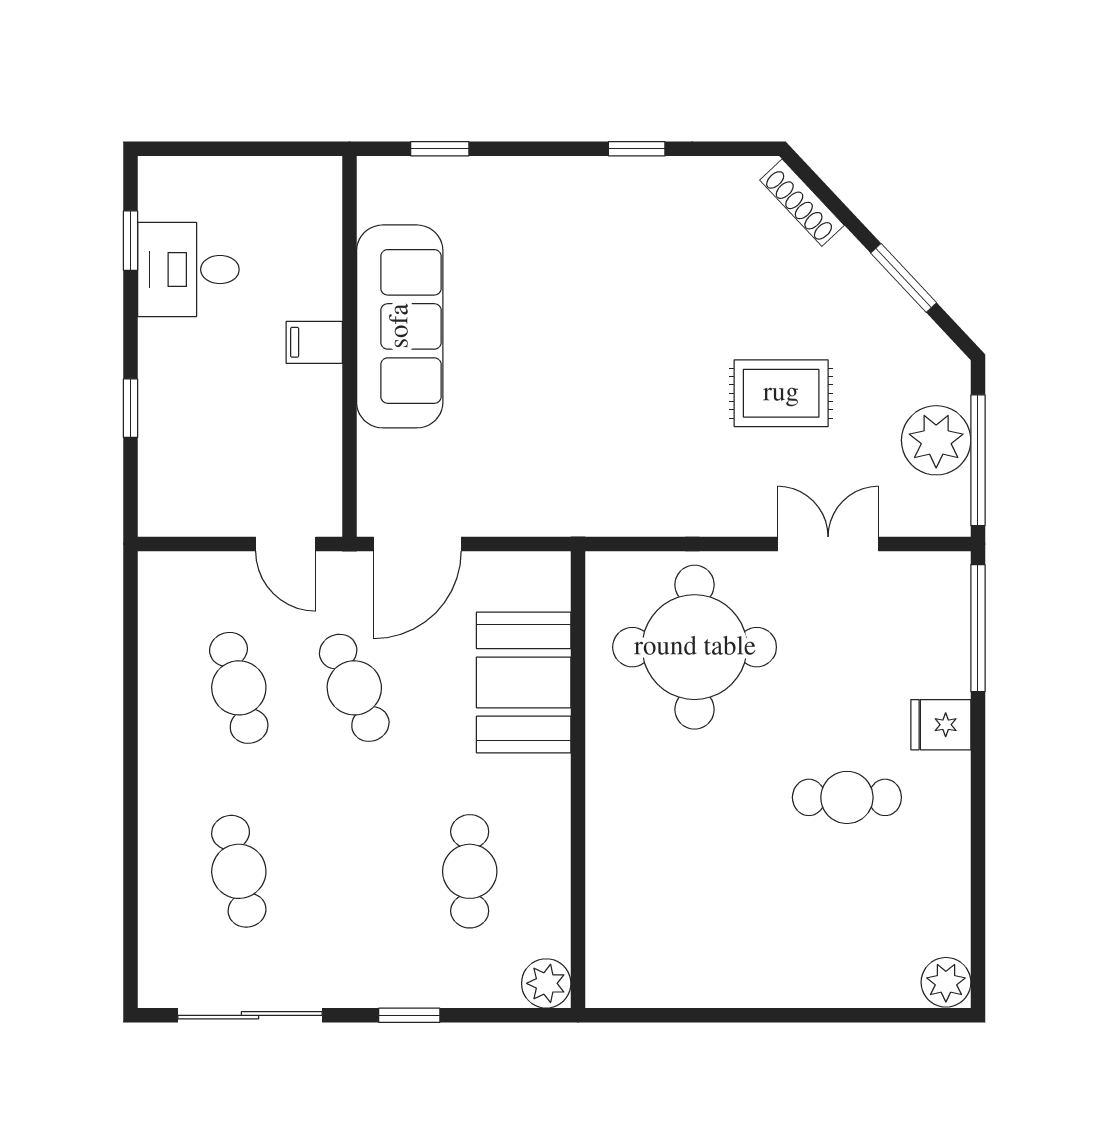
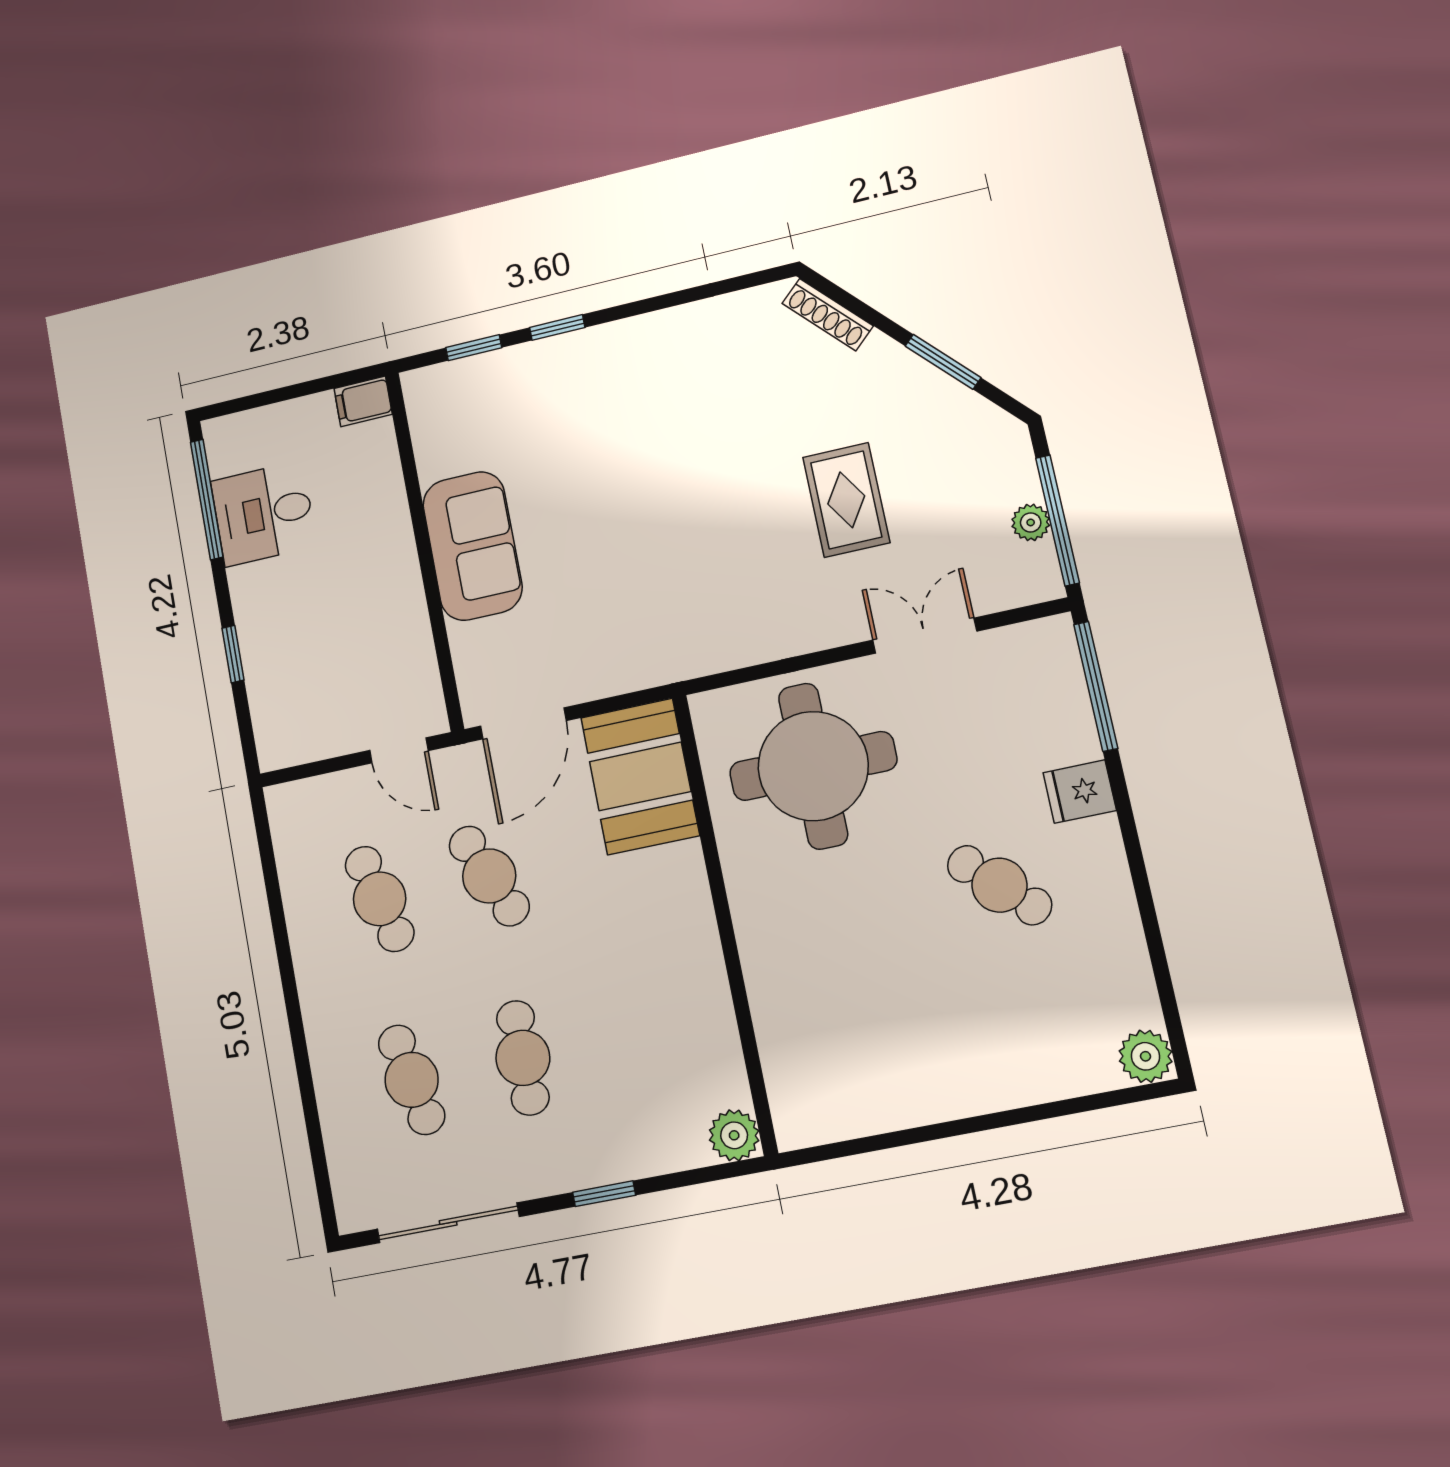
window: (637, 149) -> (557, 327), moved
window: (130, 241) -> (207, 499), width x2.17
sofa: (400, 326) -> (472, 546), width x0.73
filing cabinet: (314, 342) -> (363, 401), moved
rug: (781, 393) -> (846, 500), turned 90
plant: (936, 440) -> (1031, 522), width x0.53, depth x0.53
booth: (524, 682) -> (640, 776), moved
cafe table: (847, 797) -> (1000, 885), turned 44
cafe table: (470, 871) -> (523, 1058), moved

